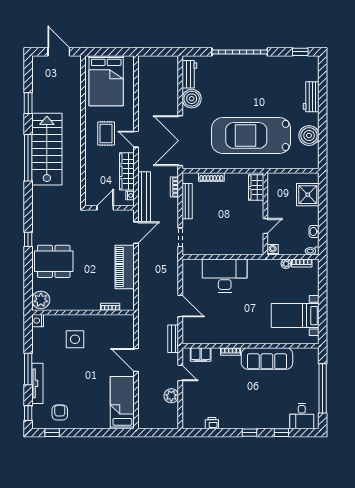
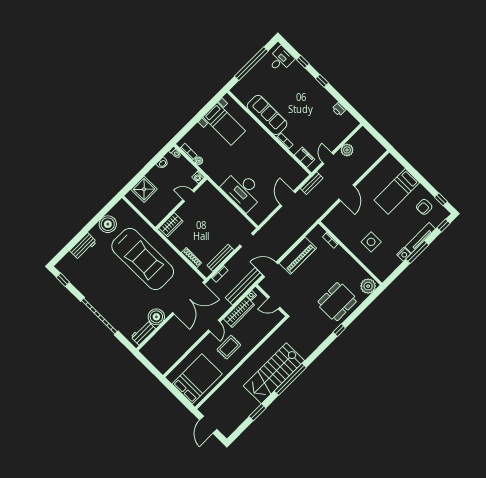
dining table: (54, 261) -> (337, 302), turned 90
nightstand: (38, 321) -> (404, 254), moved
bed: (122, 403) -> (397, 191), moved

